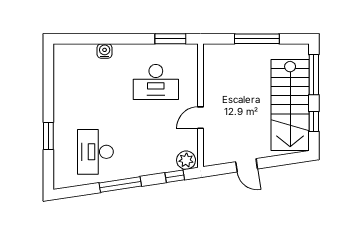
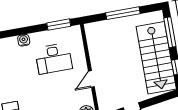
water cooler: (105, 51) -> (24, 40), moved

